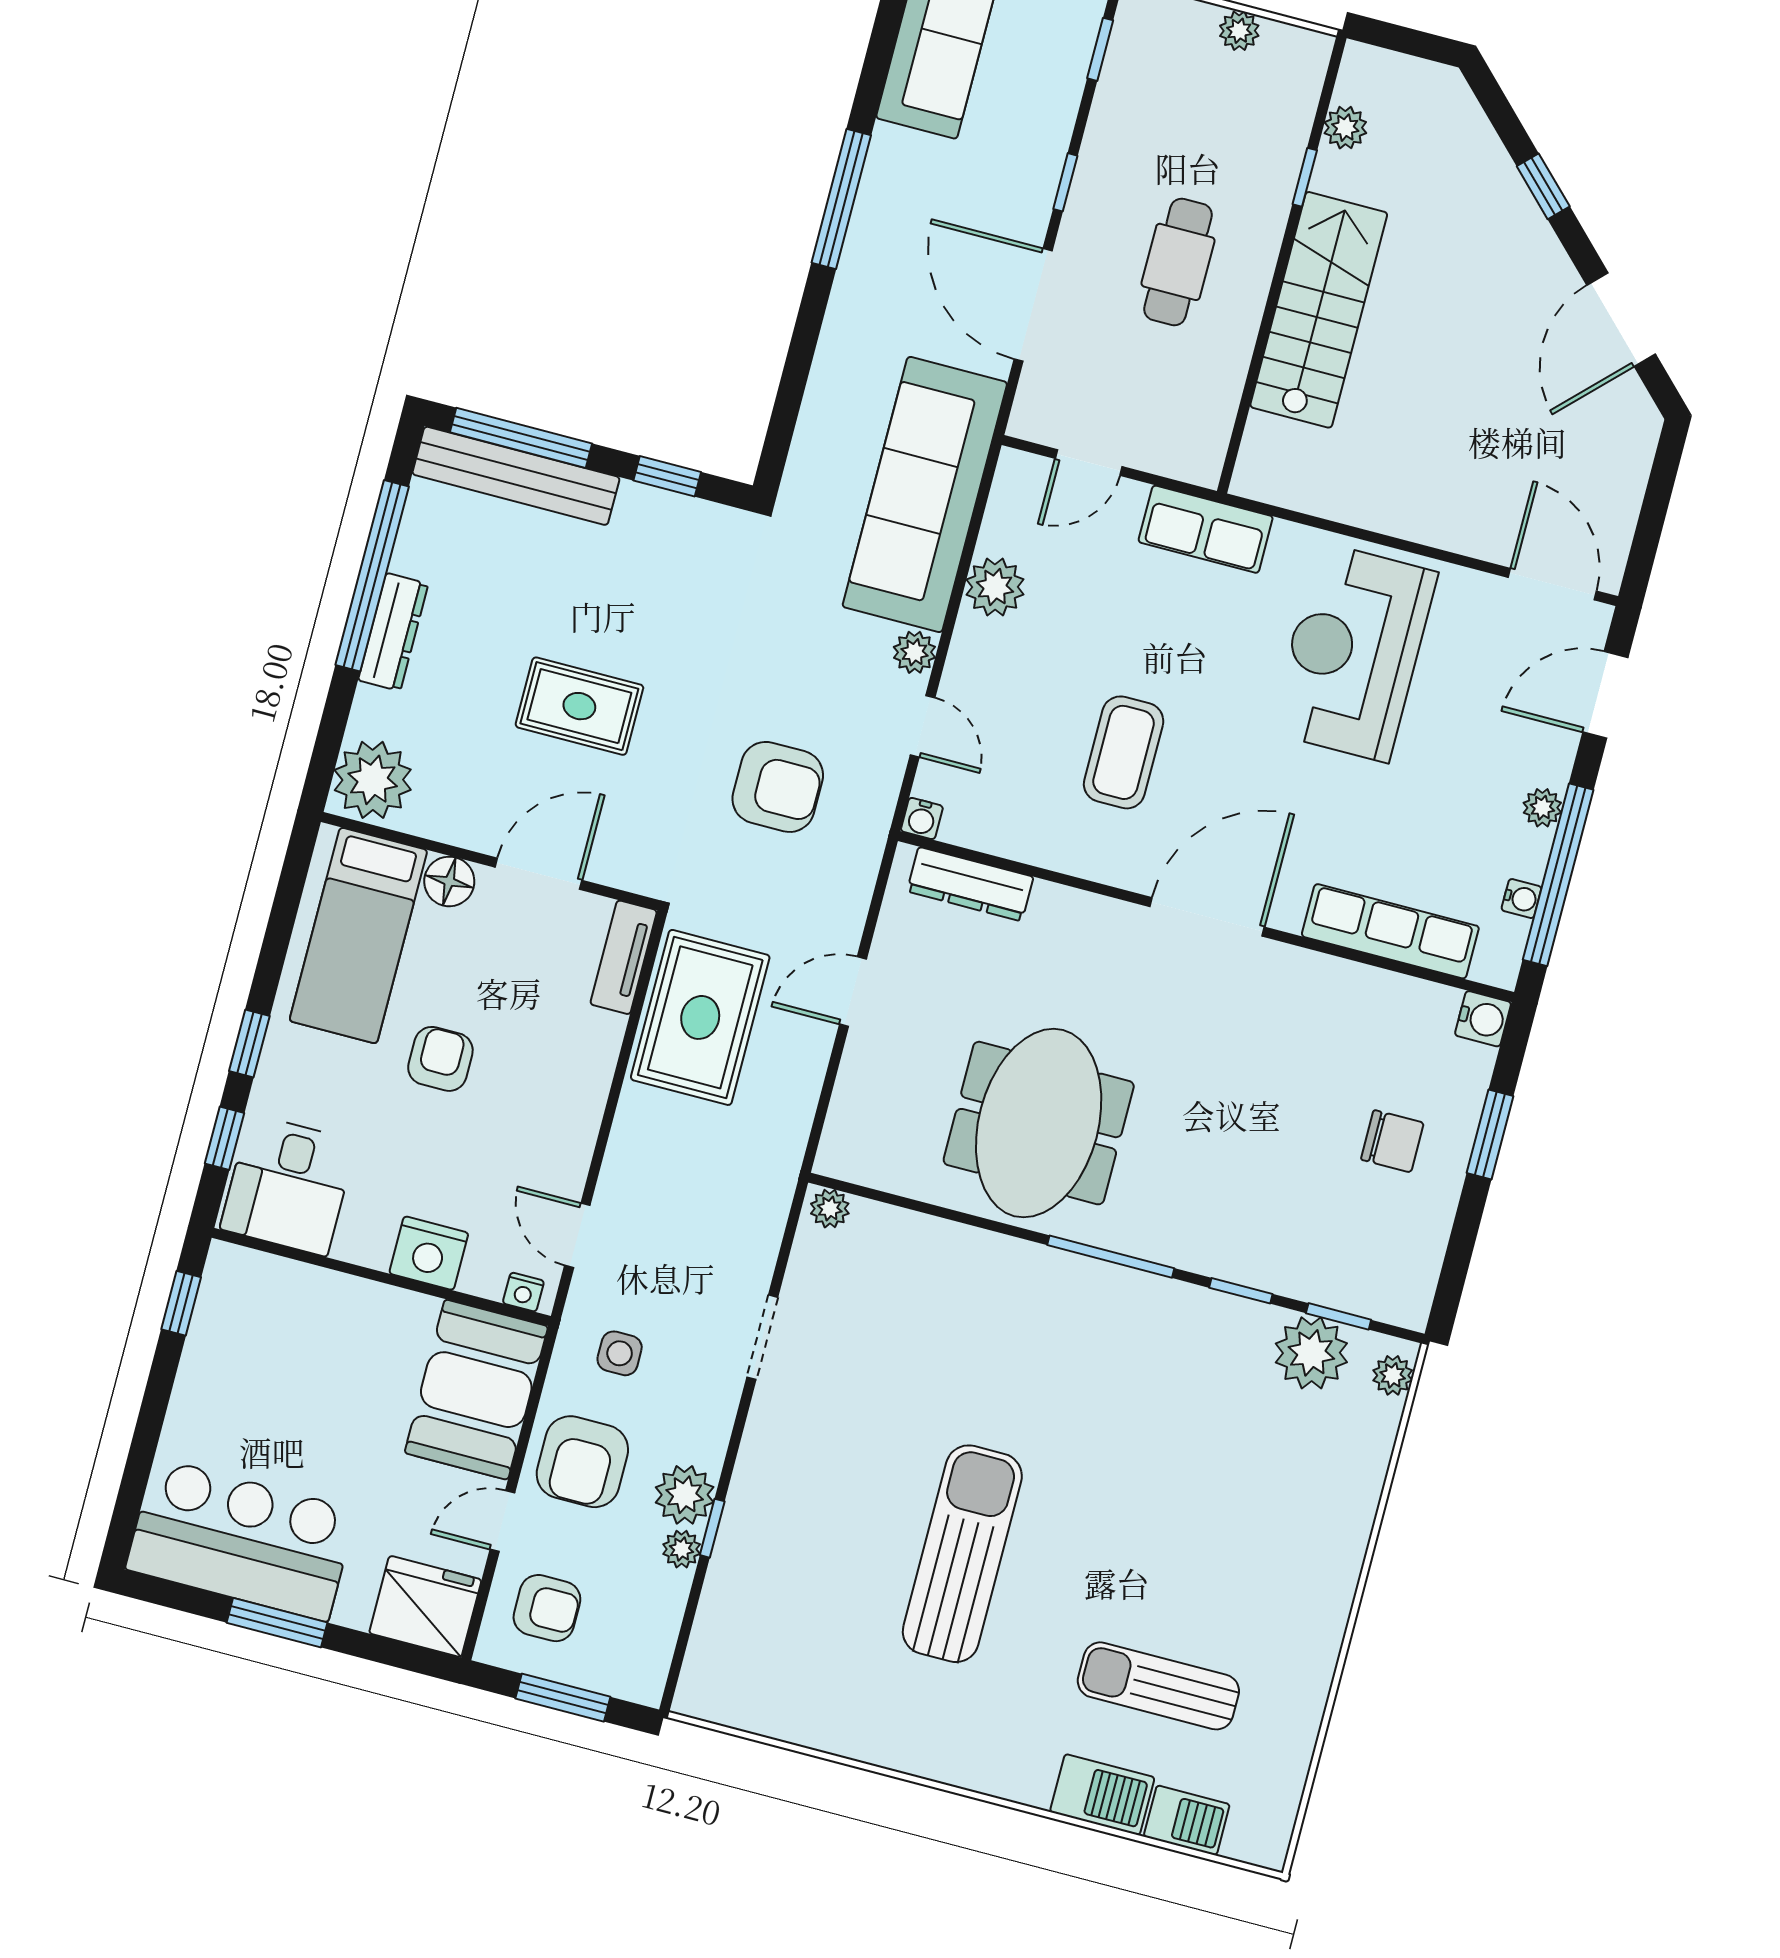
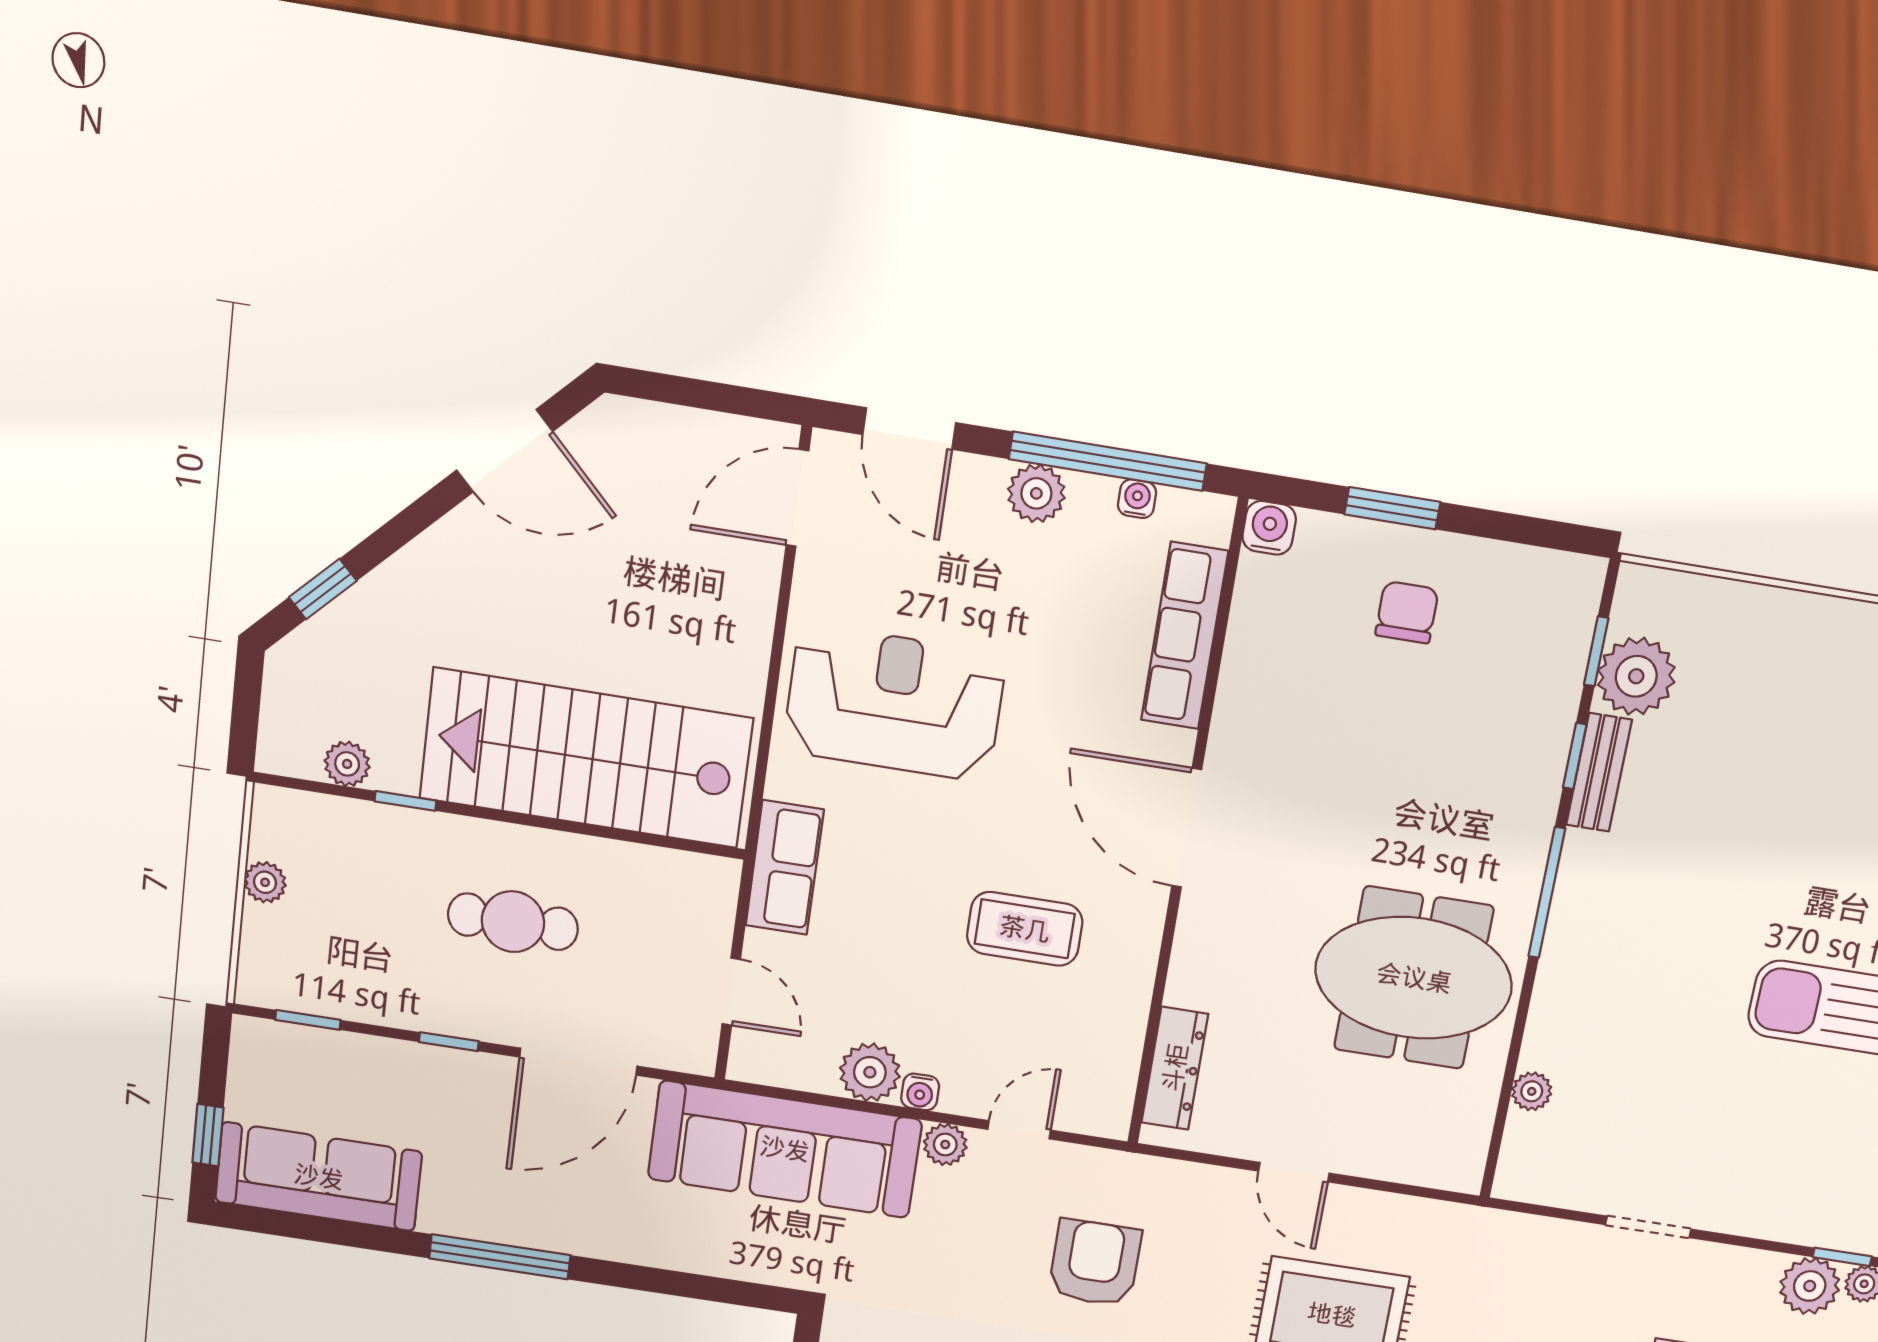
window: (1543, 186) -> (323, 589), moved
stairs: (1319, 310) -> (586, 758), width x1.36, depth x1.51
reception desk: (1353, 652) -> (894, 703), turned 180
plant: (1542, 808) -> (1036, 493), width x1.38, depth x1.38
water cooler: (922, 819) -> (920, 1092), moved, turned 90
plant: (830, 1209) -> (1532, 1091), moved
bench: (1223, 1313) -> (1599, 772), added
plant: (1393, 1375) -> (1656, 588), removed

